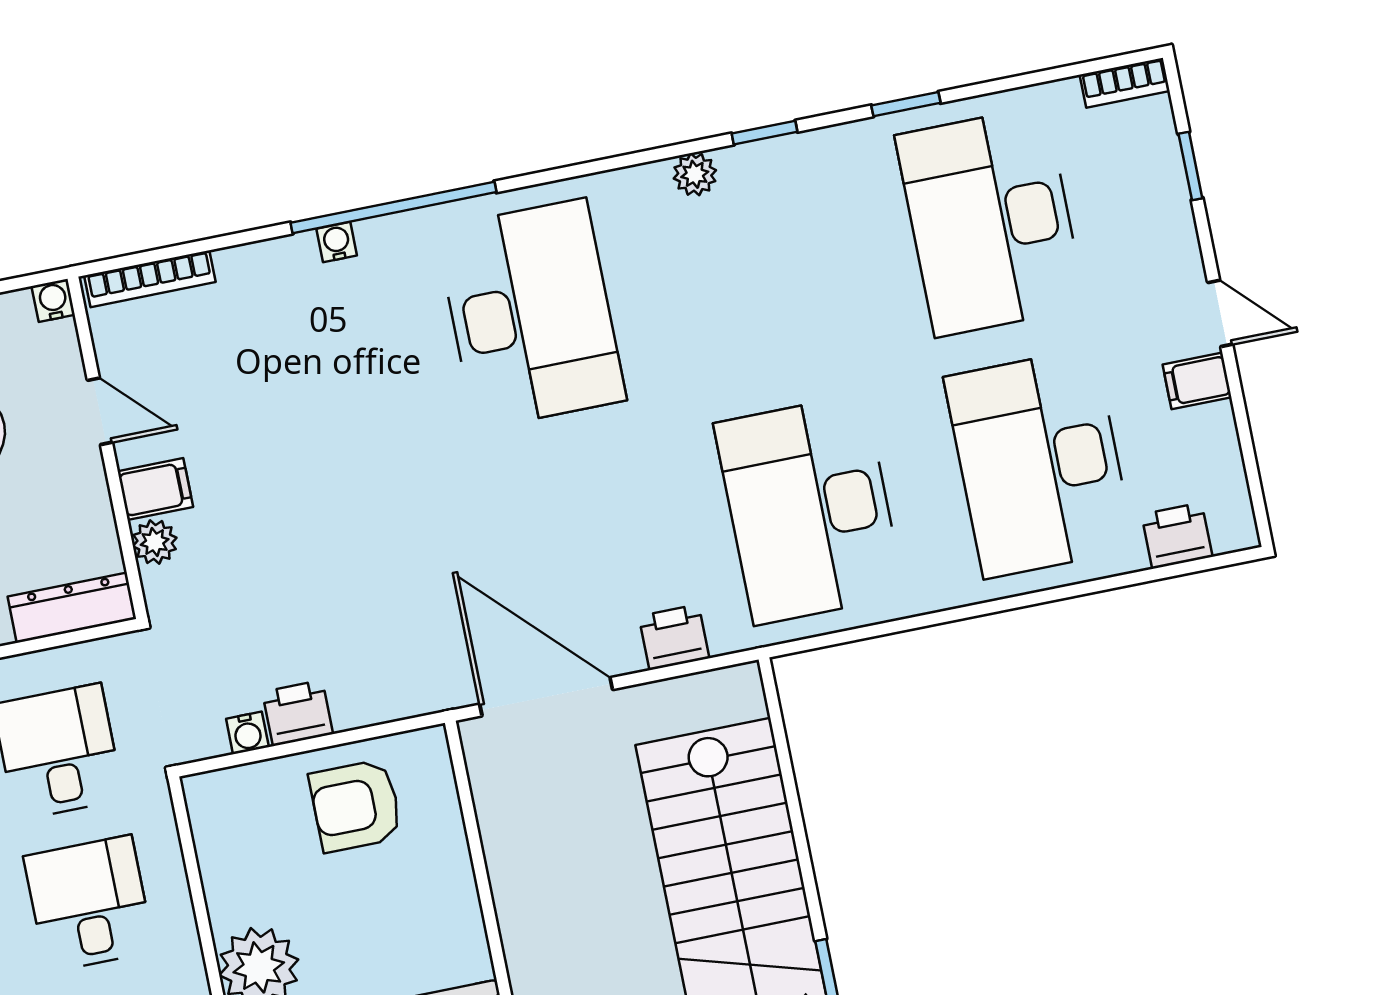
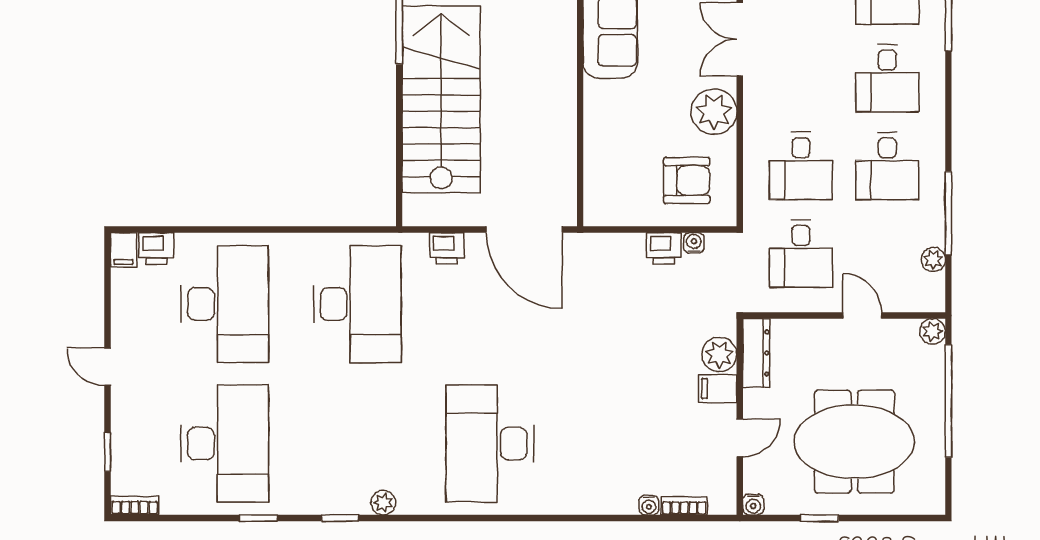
window: (394, 207) -> (554, 518), removed
water cooler: (337, 242) -> (649, 505), moved
bookcase: (150, 279) -> (684, 506), width x0.64
filing cabinet: (1197, 381) -> (124, 250), moved, turned 90
door: (100, 411) -> (740, 438), swing flipped
plant: (155, 542) -> (719, 354), width x1.38, depth x1.38
dresser: (72, 608) -> (756, 353), moved, turned -90
armchair: (356, 806) -> (687, 180), moved

